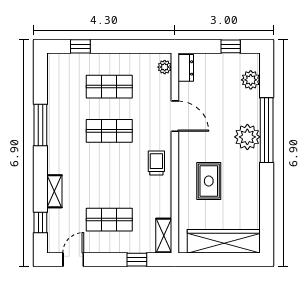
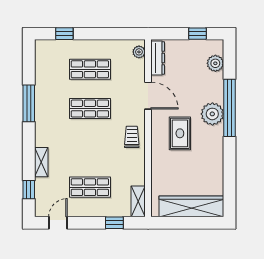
dresser: (186, 68) -> (158, 58), width x1.44
rug: (209, 181) -> (180, 133), moved

